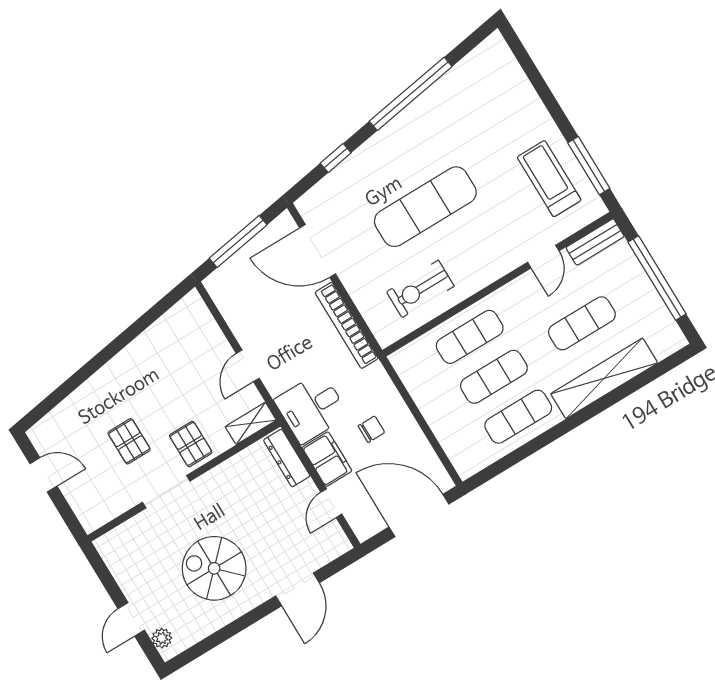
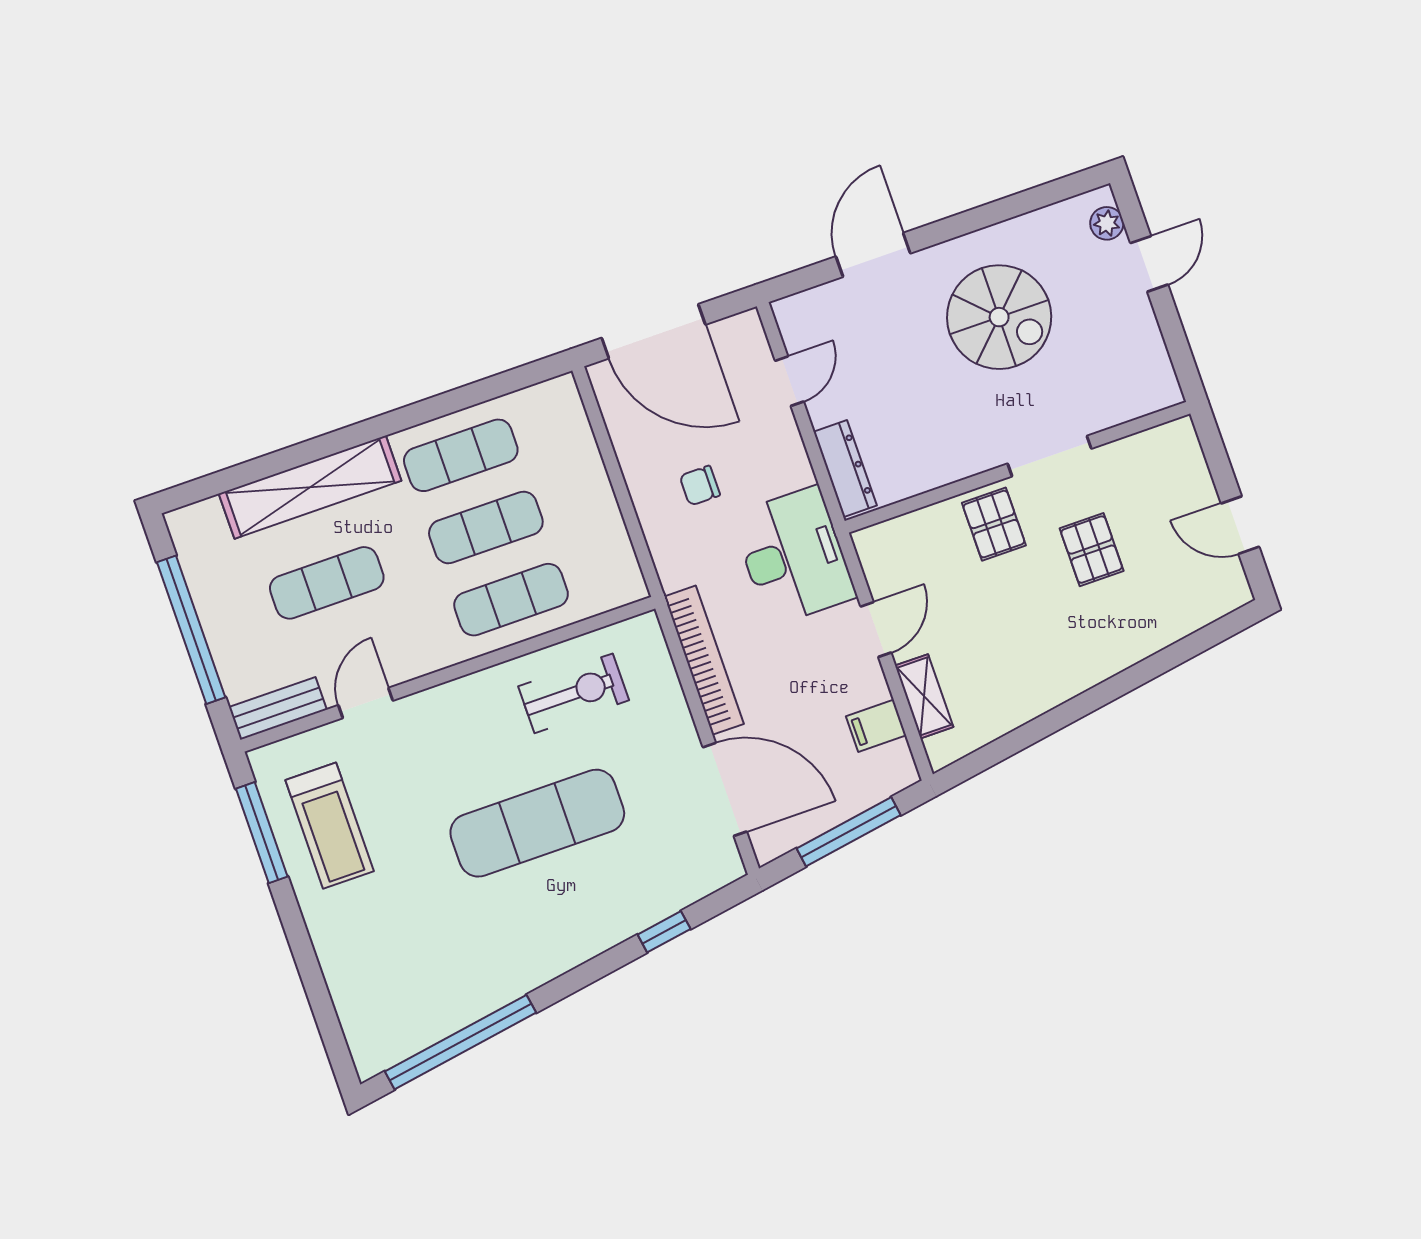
window: (411, 94) -> (460, 1042), moved
desk: (311, 408) -> (794, 556), width x1.37
shelving: (251, 423) -> (924, 696), moved, turned 90
filing cabinet: (327, 459) -> (876, 726), moved, width x0.50

